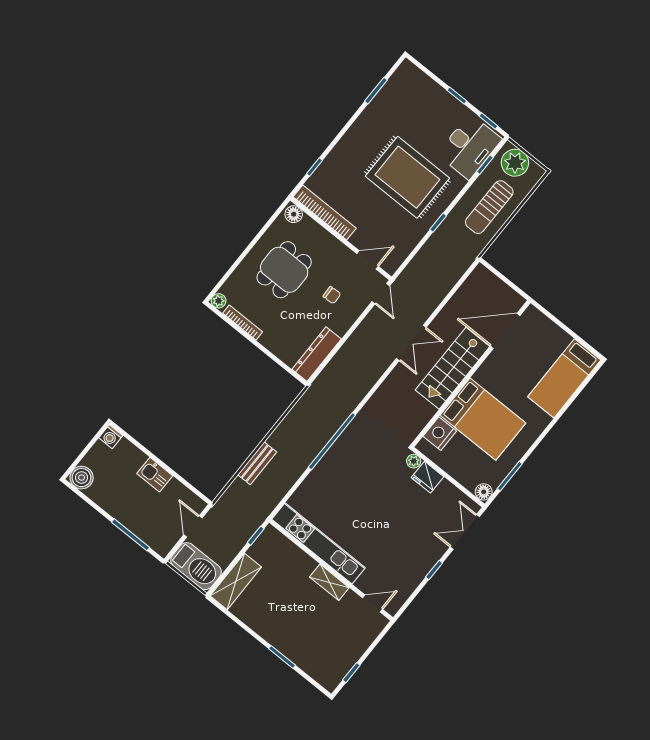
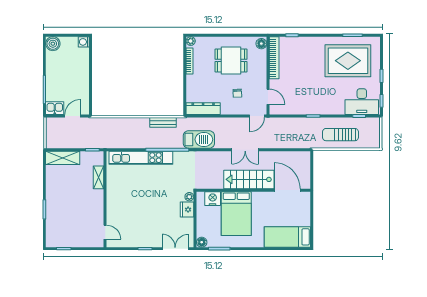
plant: (515, 163) -> (372, 130), removed
rug: (407, 177) -> (348, 61), moved, turned 90
bench: (257, 463) -> (163, 122), moved
kitchen sink: (155, 475) -> (55, 108), moved, turned 90
kitchen unit: (319, 543) -> (141, 158), moved, turned 90
barbecue: (196, 566) -> (199, 139), moved, turned -90
shelving: (329, 582) -> (99, 177), moved

